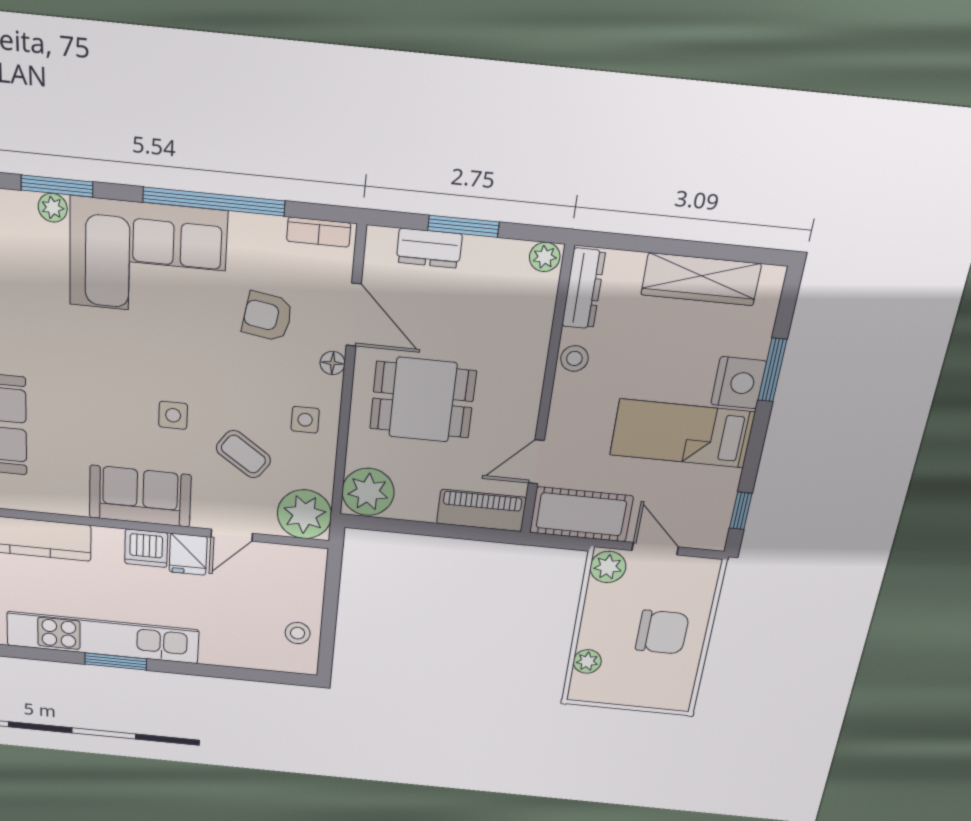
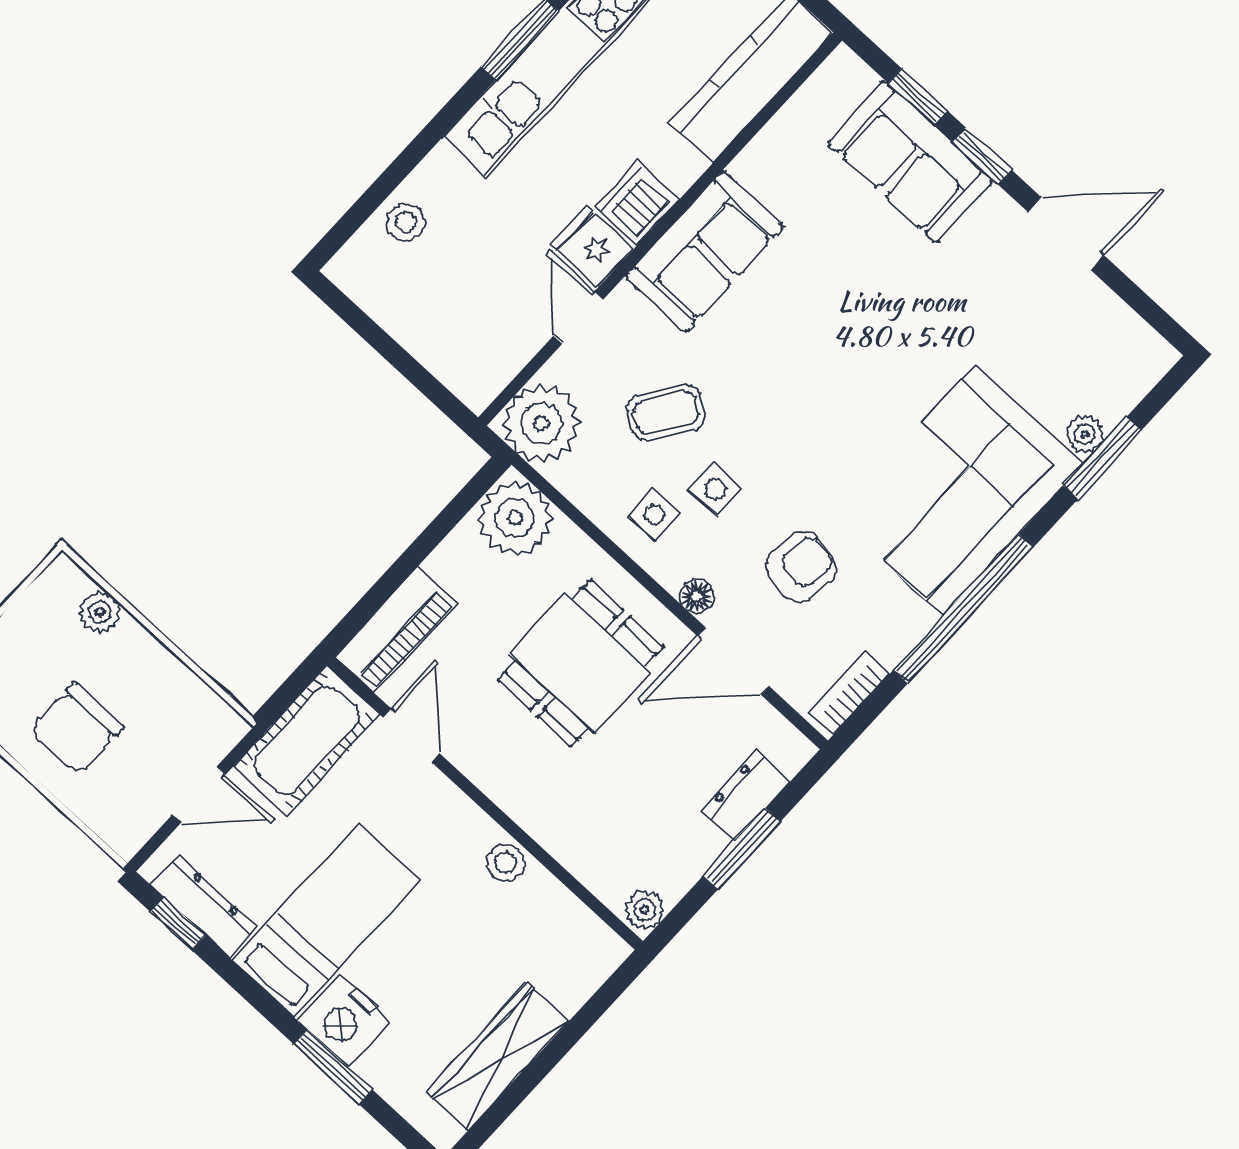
dresser: (584, 289) -> (204, 906), moved, turned 180
side table: (173, 415) -> (715, 489), moved
plant: (608, 567) -> (214, 724), removed
stool: (298, 633) -> (406, 222), moved

